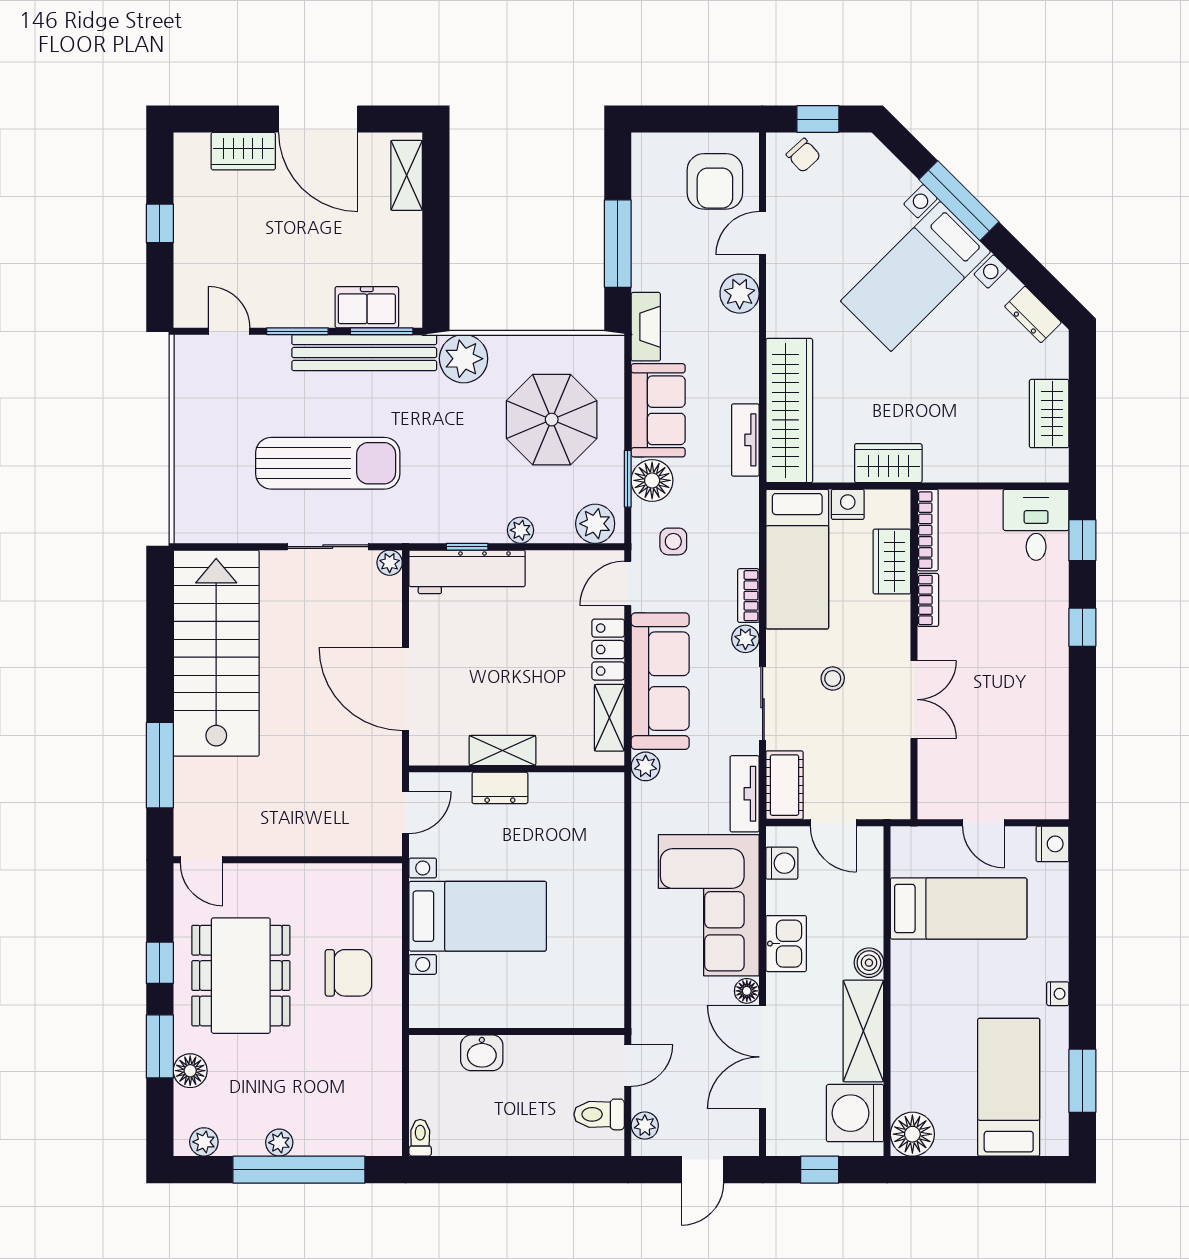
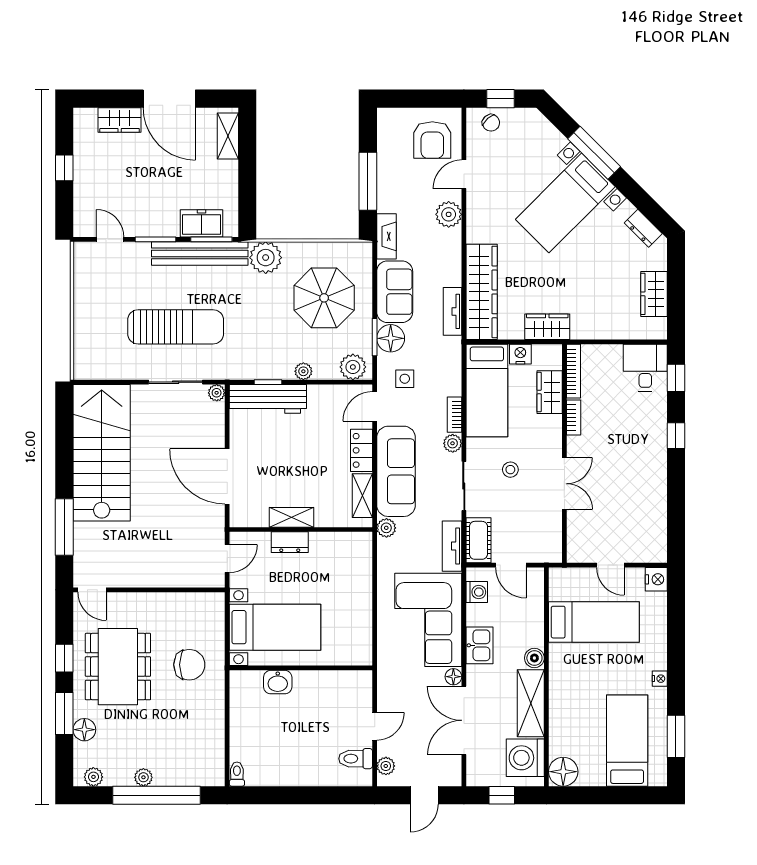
wall: (517, 1032) -> (301, 668), moved
washbasin: (482, 1053) -> (278, 682), moved

